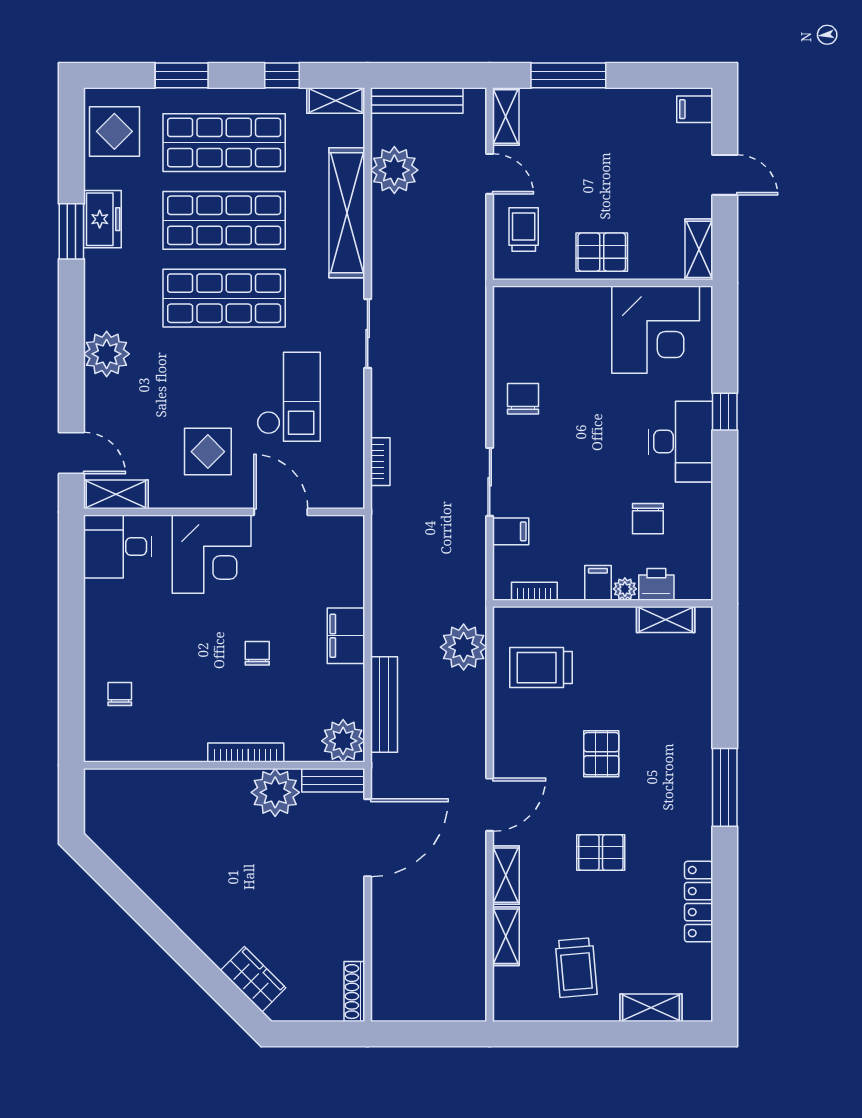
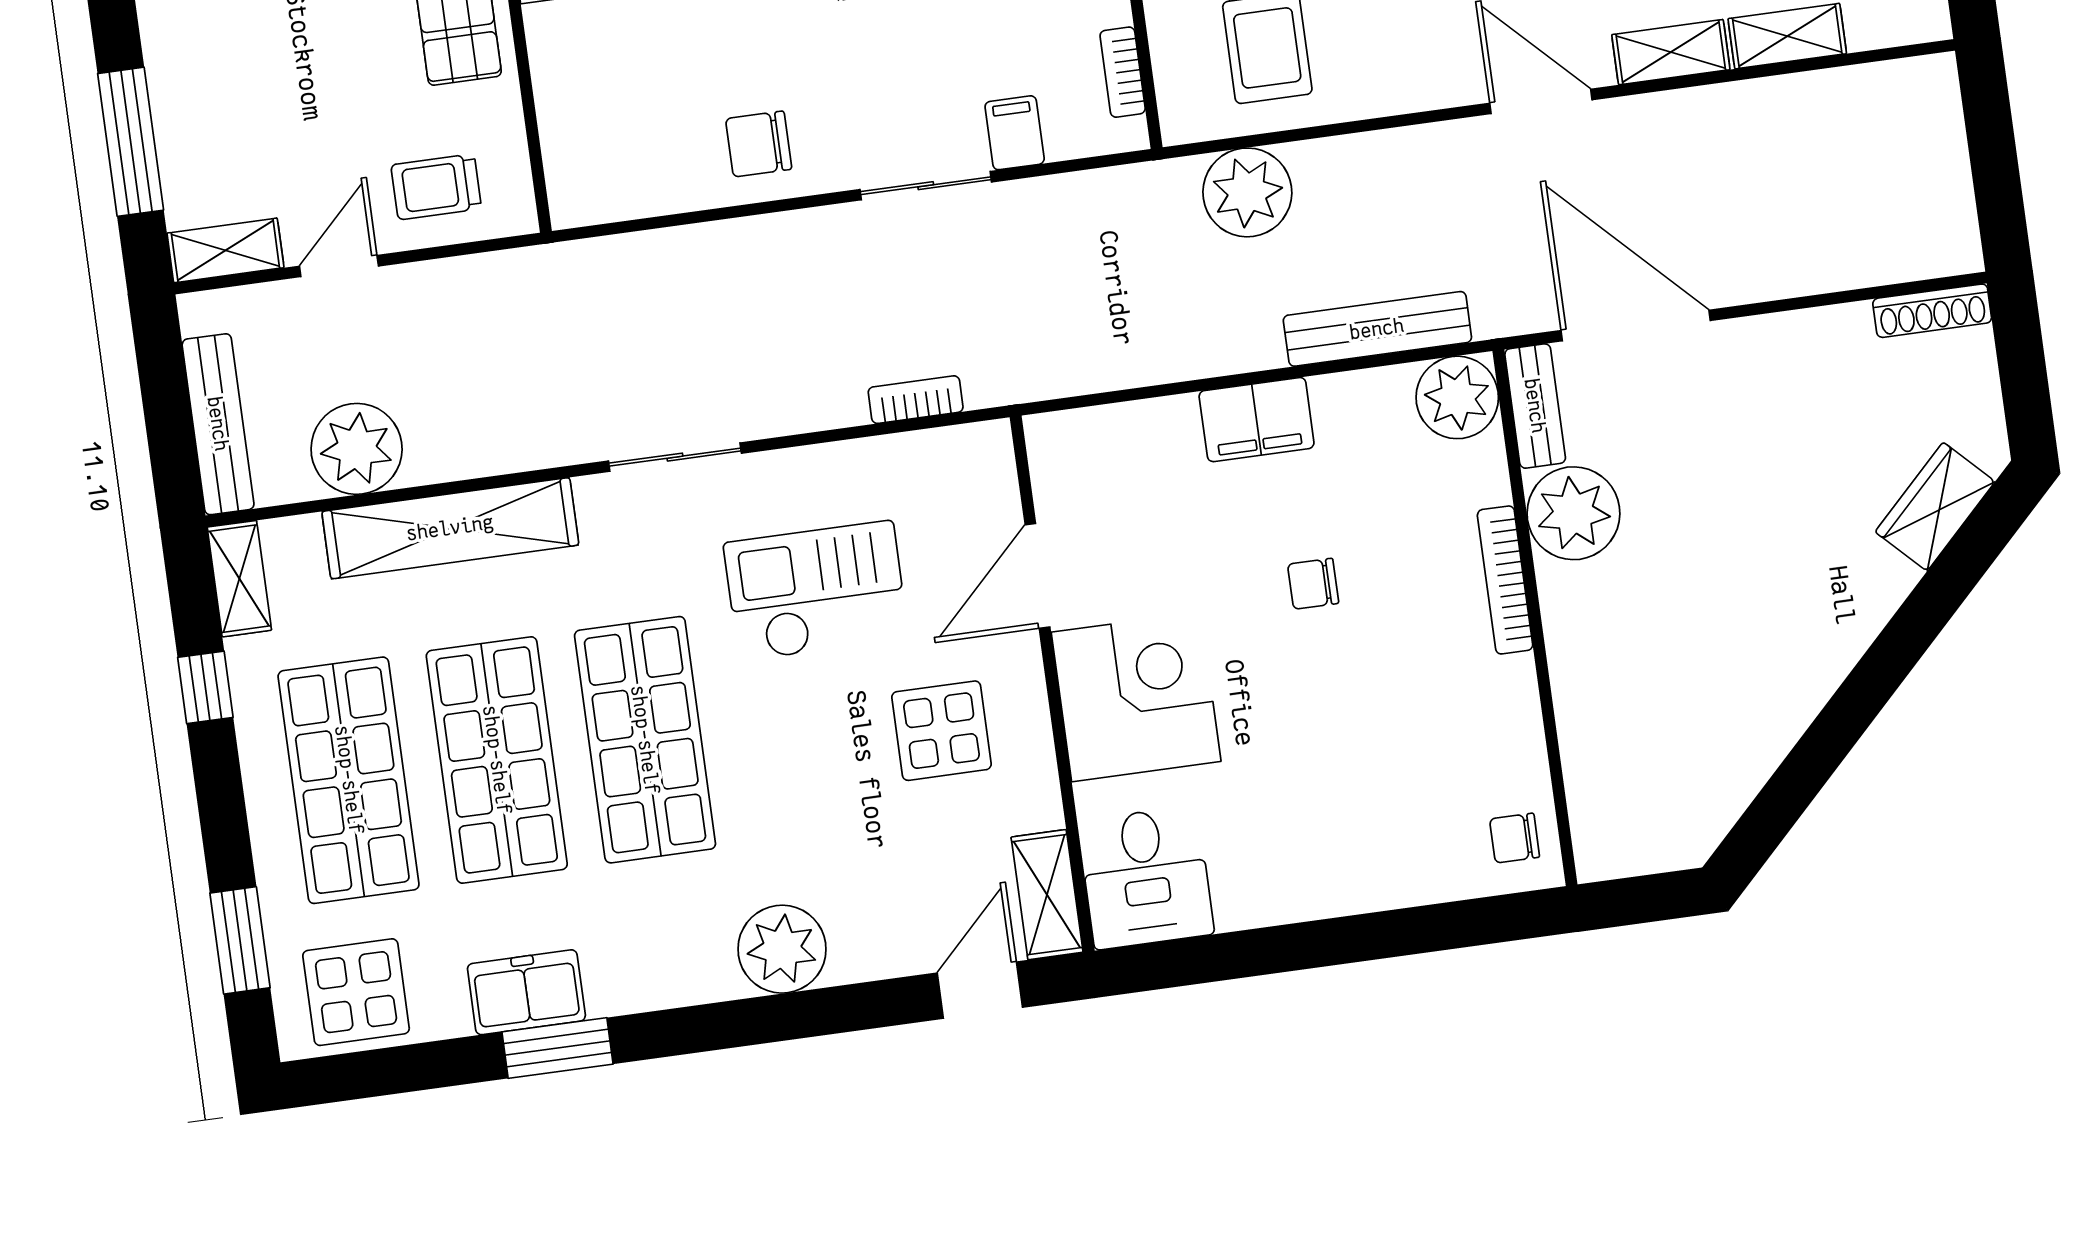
window: (182, 75) -> (240, 940), moved
chair: (120, 694) -> (1515, 838), moved

